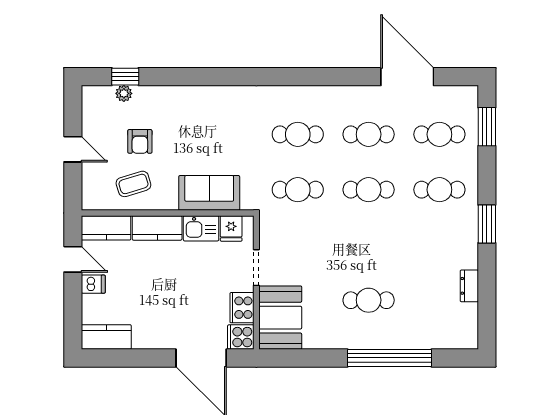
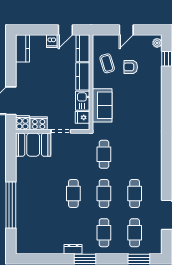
plant: (124, 93) -> (157, 43), moved
cafe table: (298, 134) -> (135, 154), removed
dresser: (469, 286) -> (73, 249), moved
cafe table: (369, 300) -> (73, 194), moved

